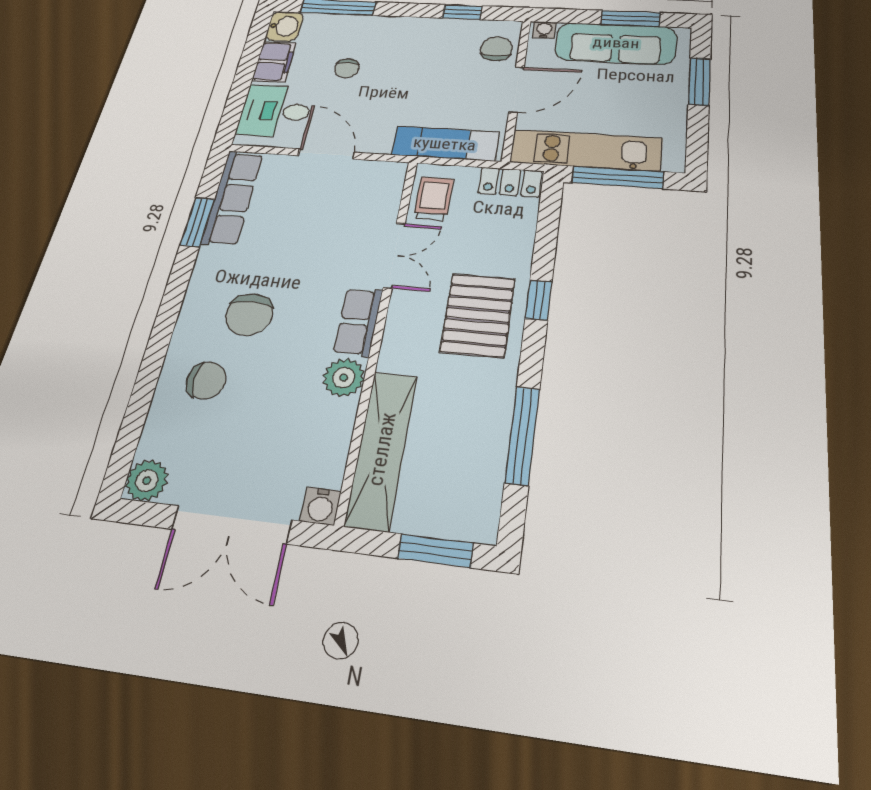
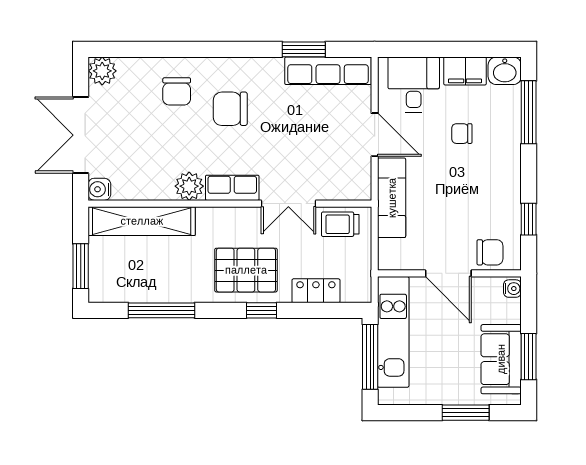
sofa: (616, 43) -> (501, 359), width x0.73
exam couch: (445, 144) -> (392, 198), moved
door: (326, 154) -> (375, 135), hinge flipped
locker: (510, 182) -> (316, 291), moved, turned 90
trolley: (434, 198) -> (340, 224), turned 180

